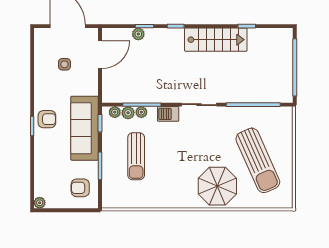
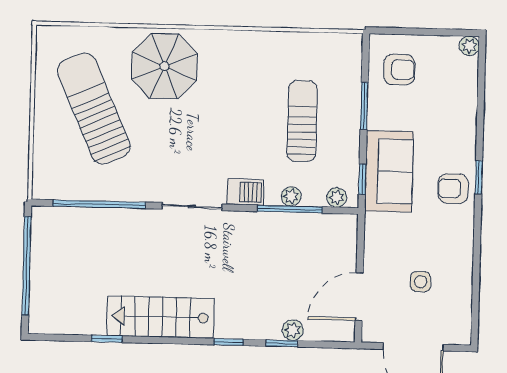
plant: (128, 113) -> (314, 196), removed
sofa: (85, 128) -> (389, 171), width x0.73

